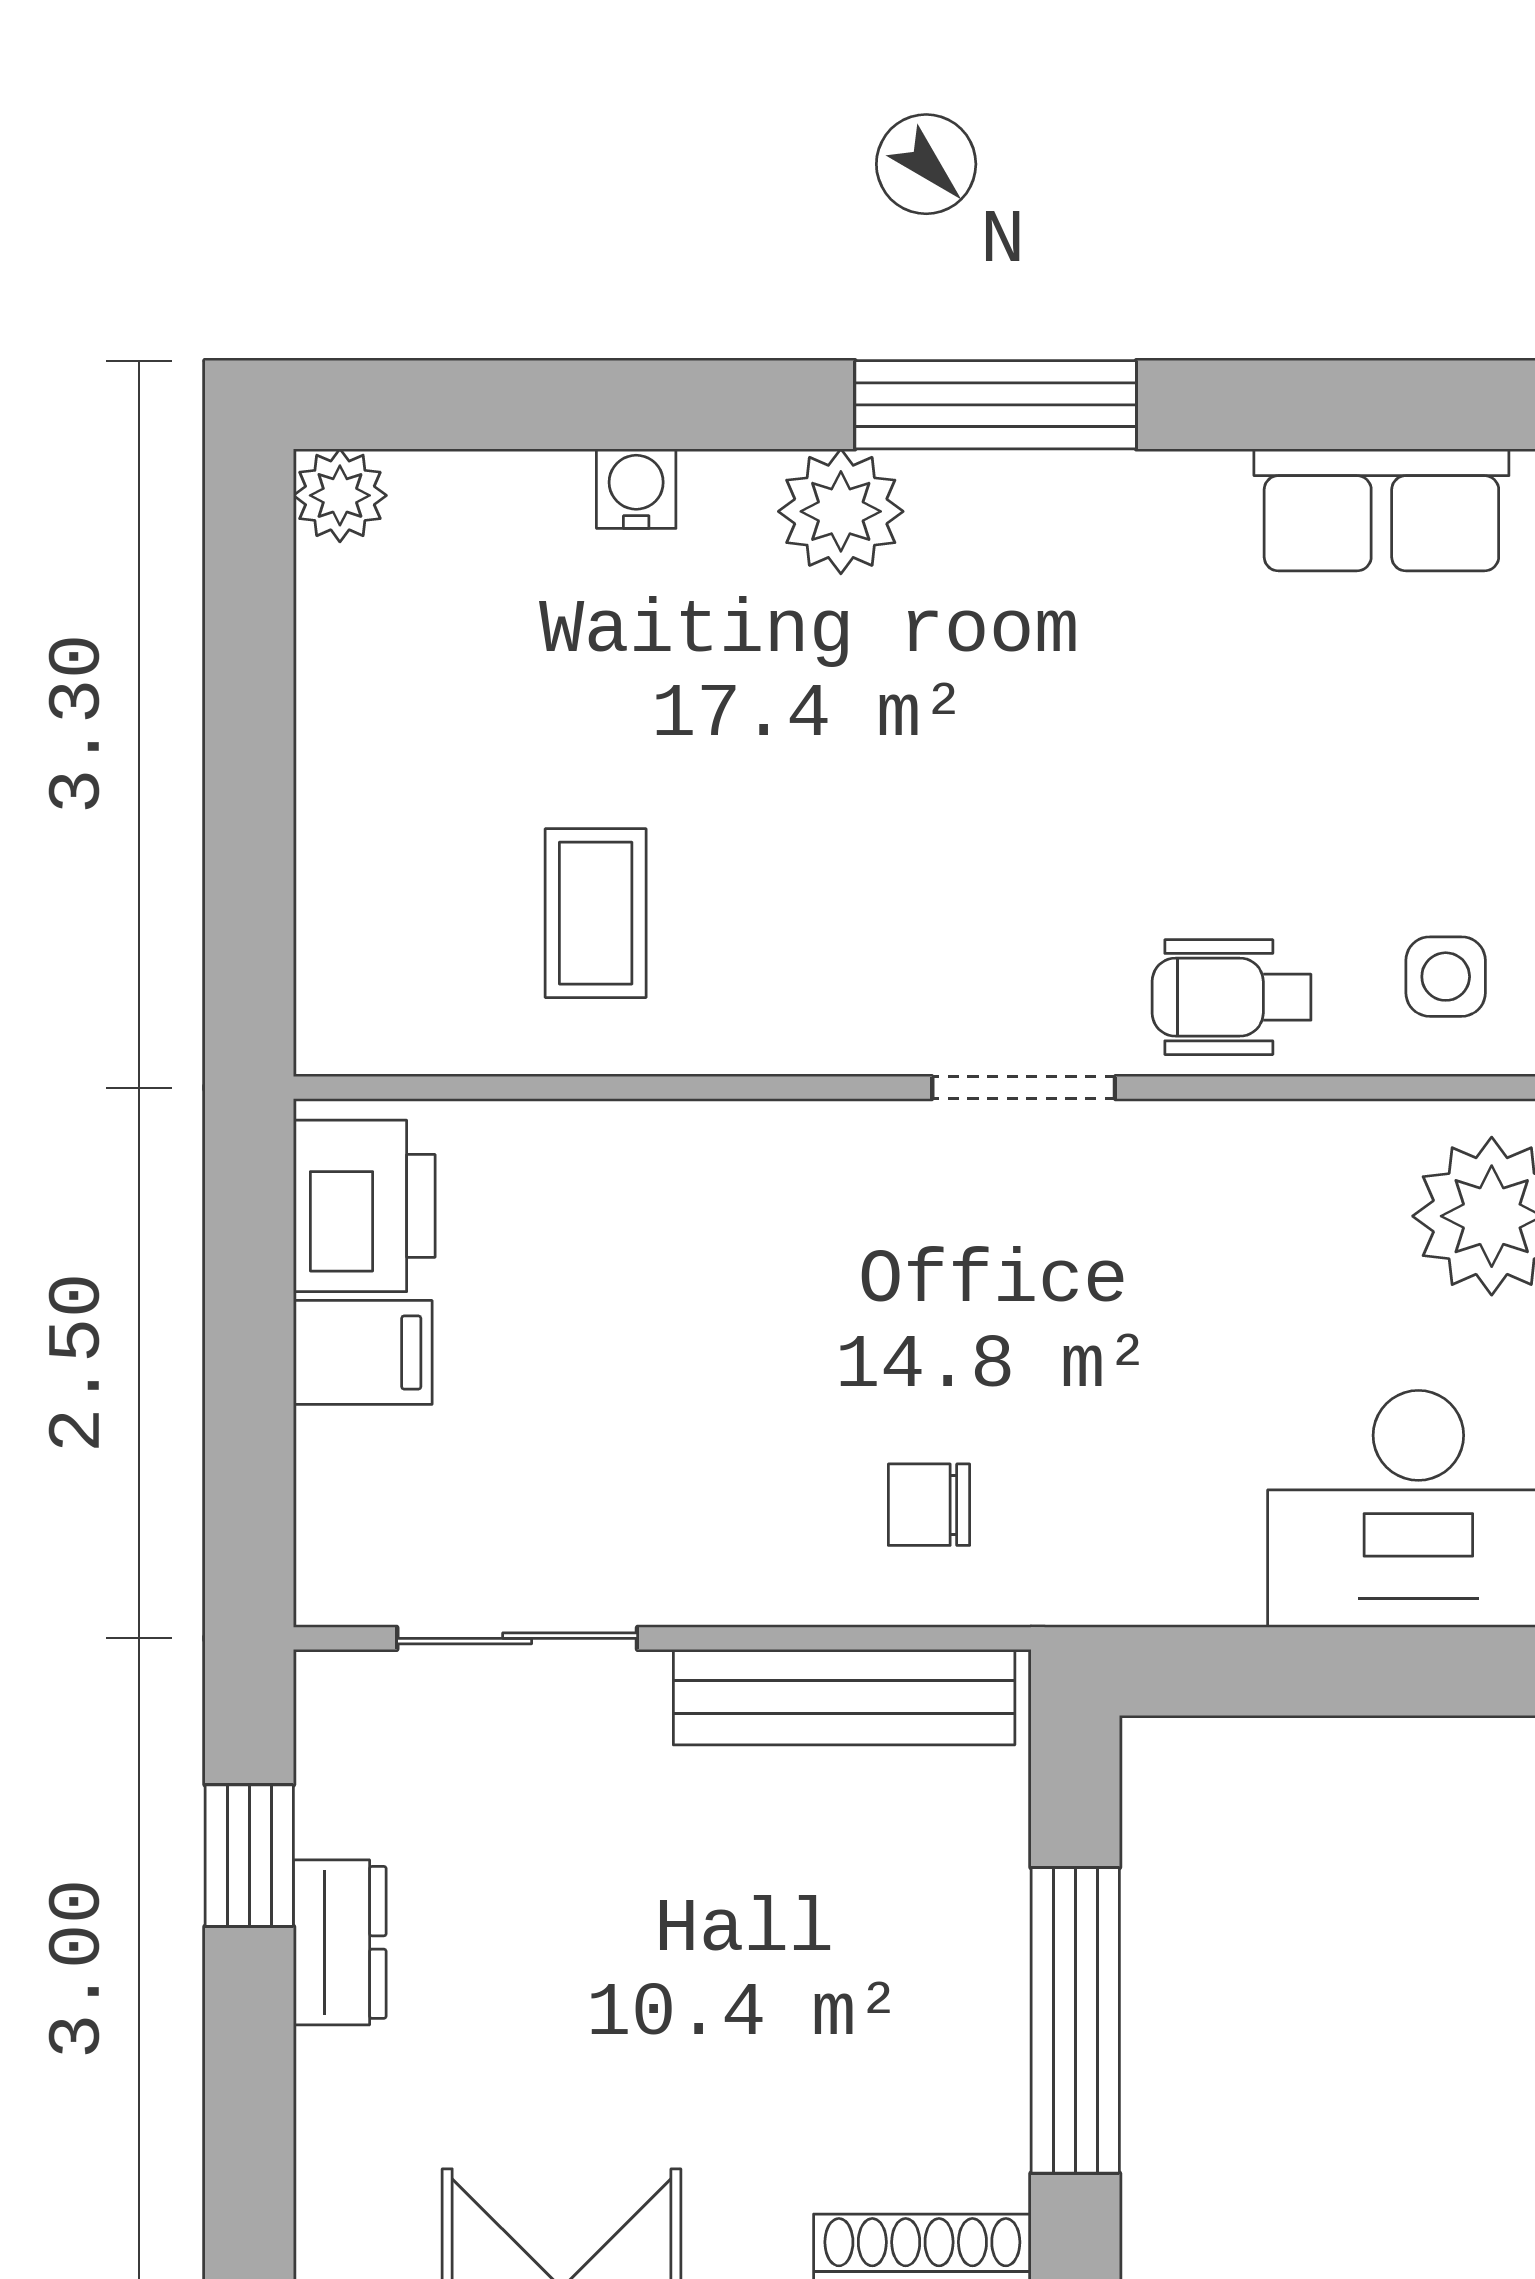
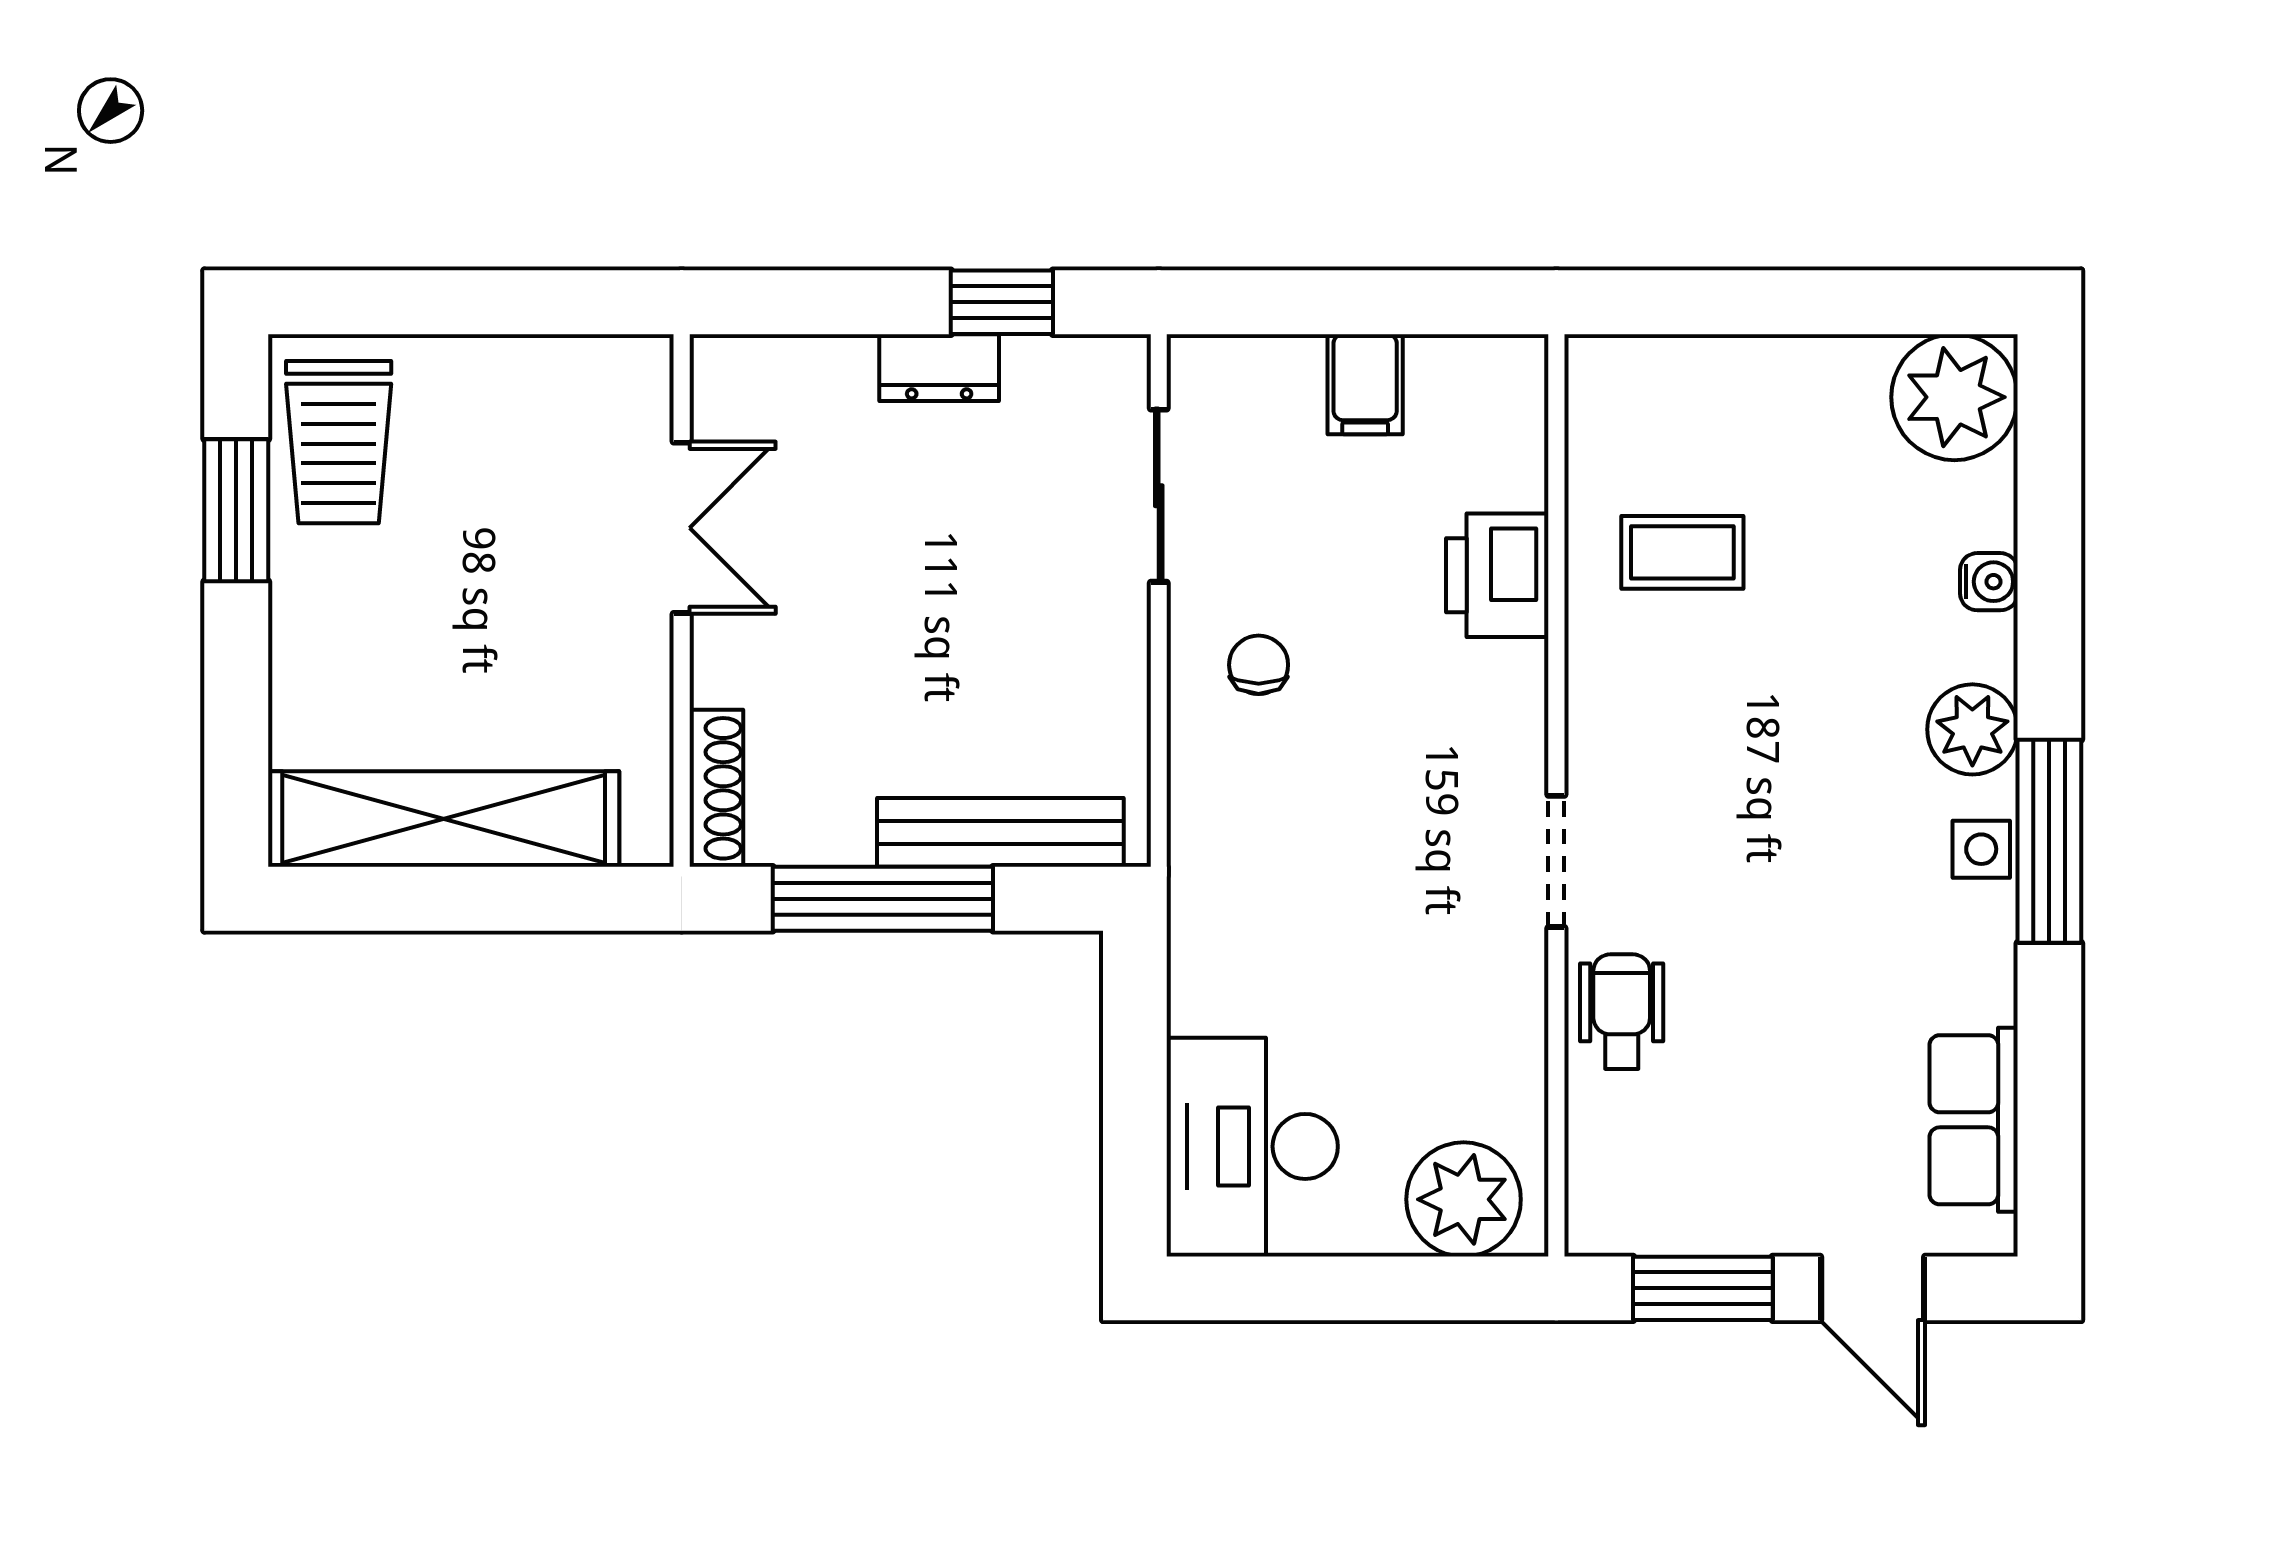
plant: (340, 495) -> (1954, 397), width x1.87, depth x1.87
side table: (1446, 977) -> (1981, 849), moved
printer: (364, 1206) -> (1497, 575), moved, turned 90
chair: (929, 1505) -> (1259, 665), moved
bench: (844, 1697) -> (1000, 832), moved, turned 90

